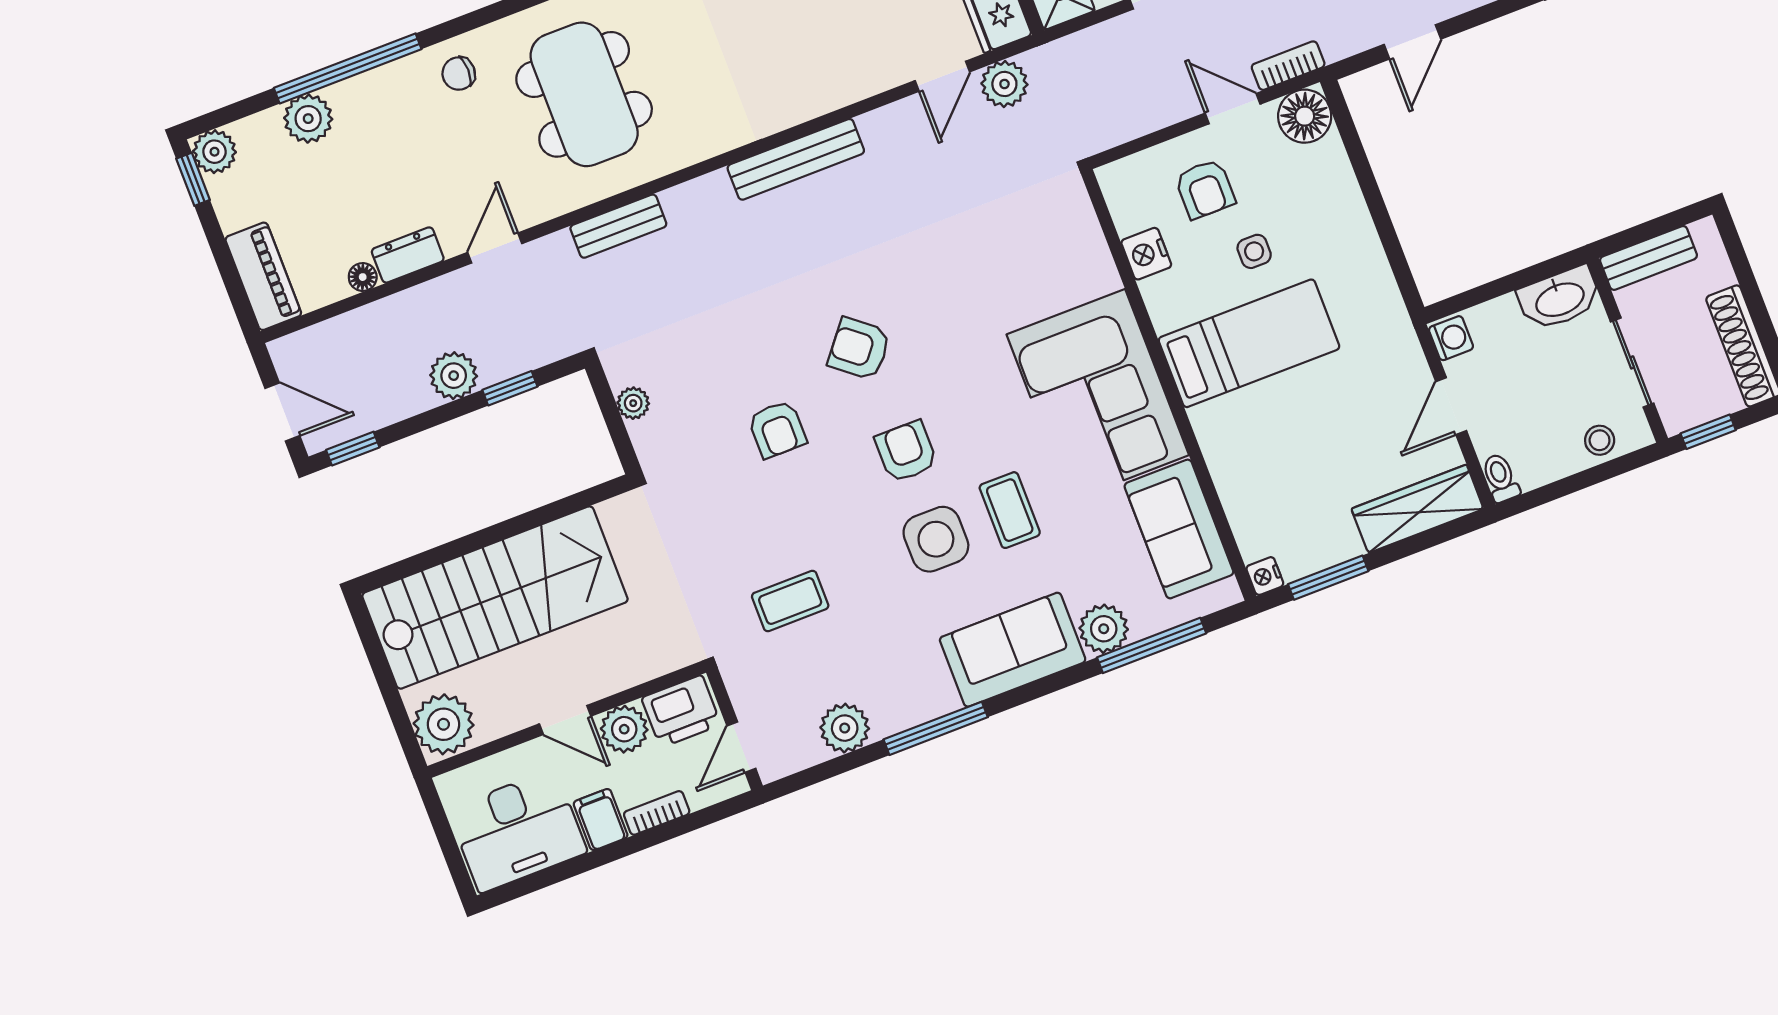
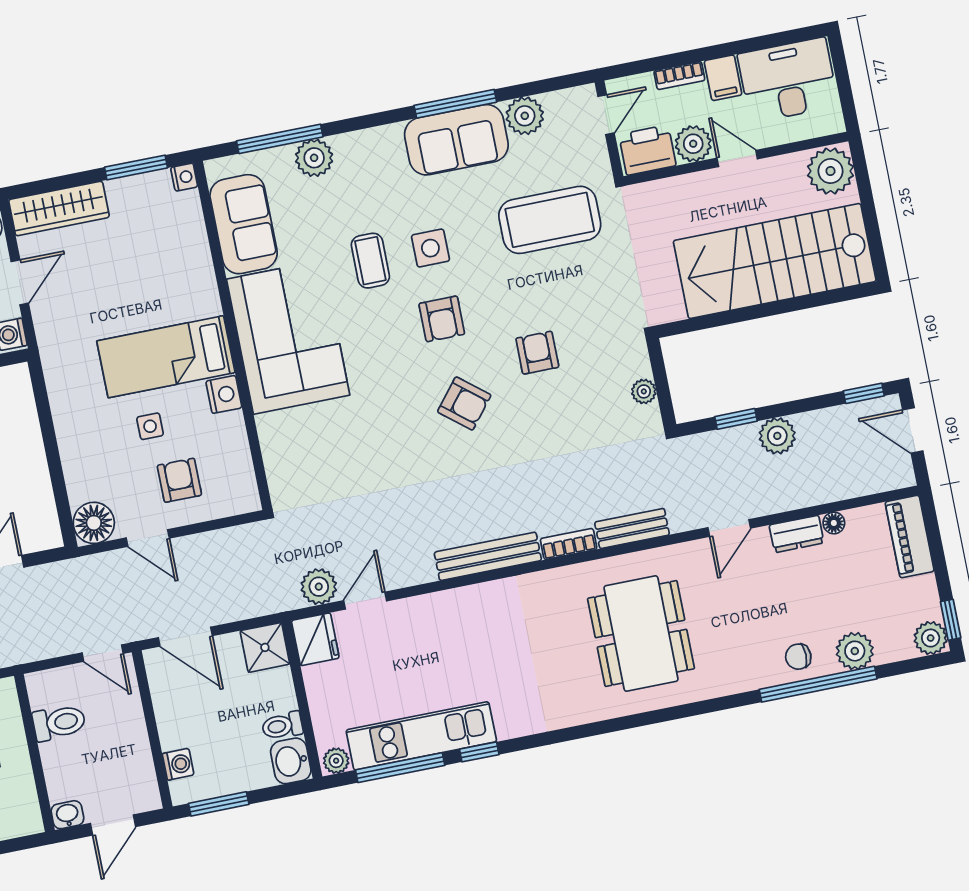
bookcase: (1288, 66) -> (569, 544), moved, turned 180
chair: (459, 73) -> (798, 657), moved, turned 180
nightstand: (1146, 254) -> (224, 394), moved
side table: (936, 539) -> (430, 248), width x0.73, depth x0.73
coffee table: (790, 601) -> (550, 220), width x1.86, depth x1.72
sofa: (1013, 650) -> (456, 140), moved

